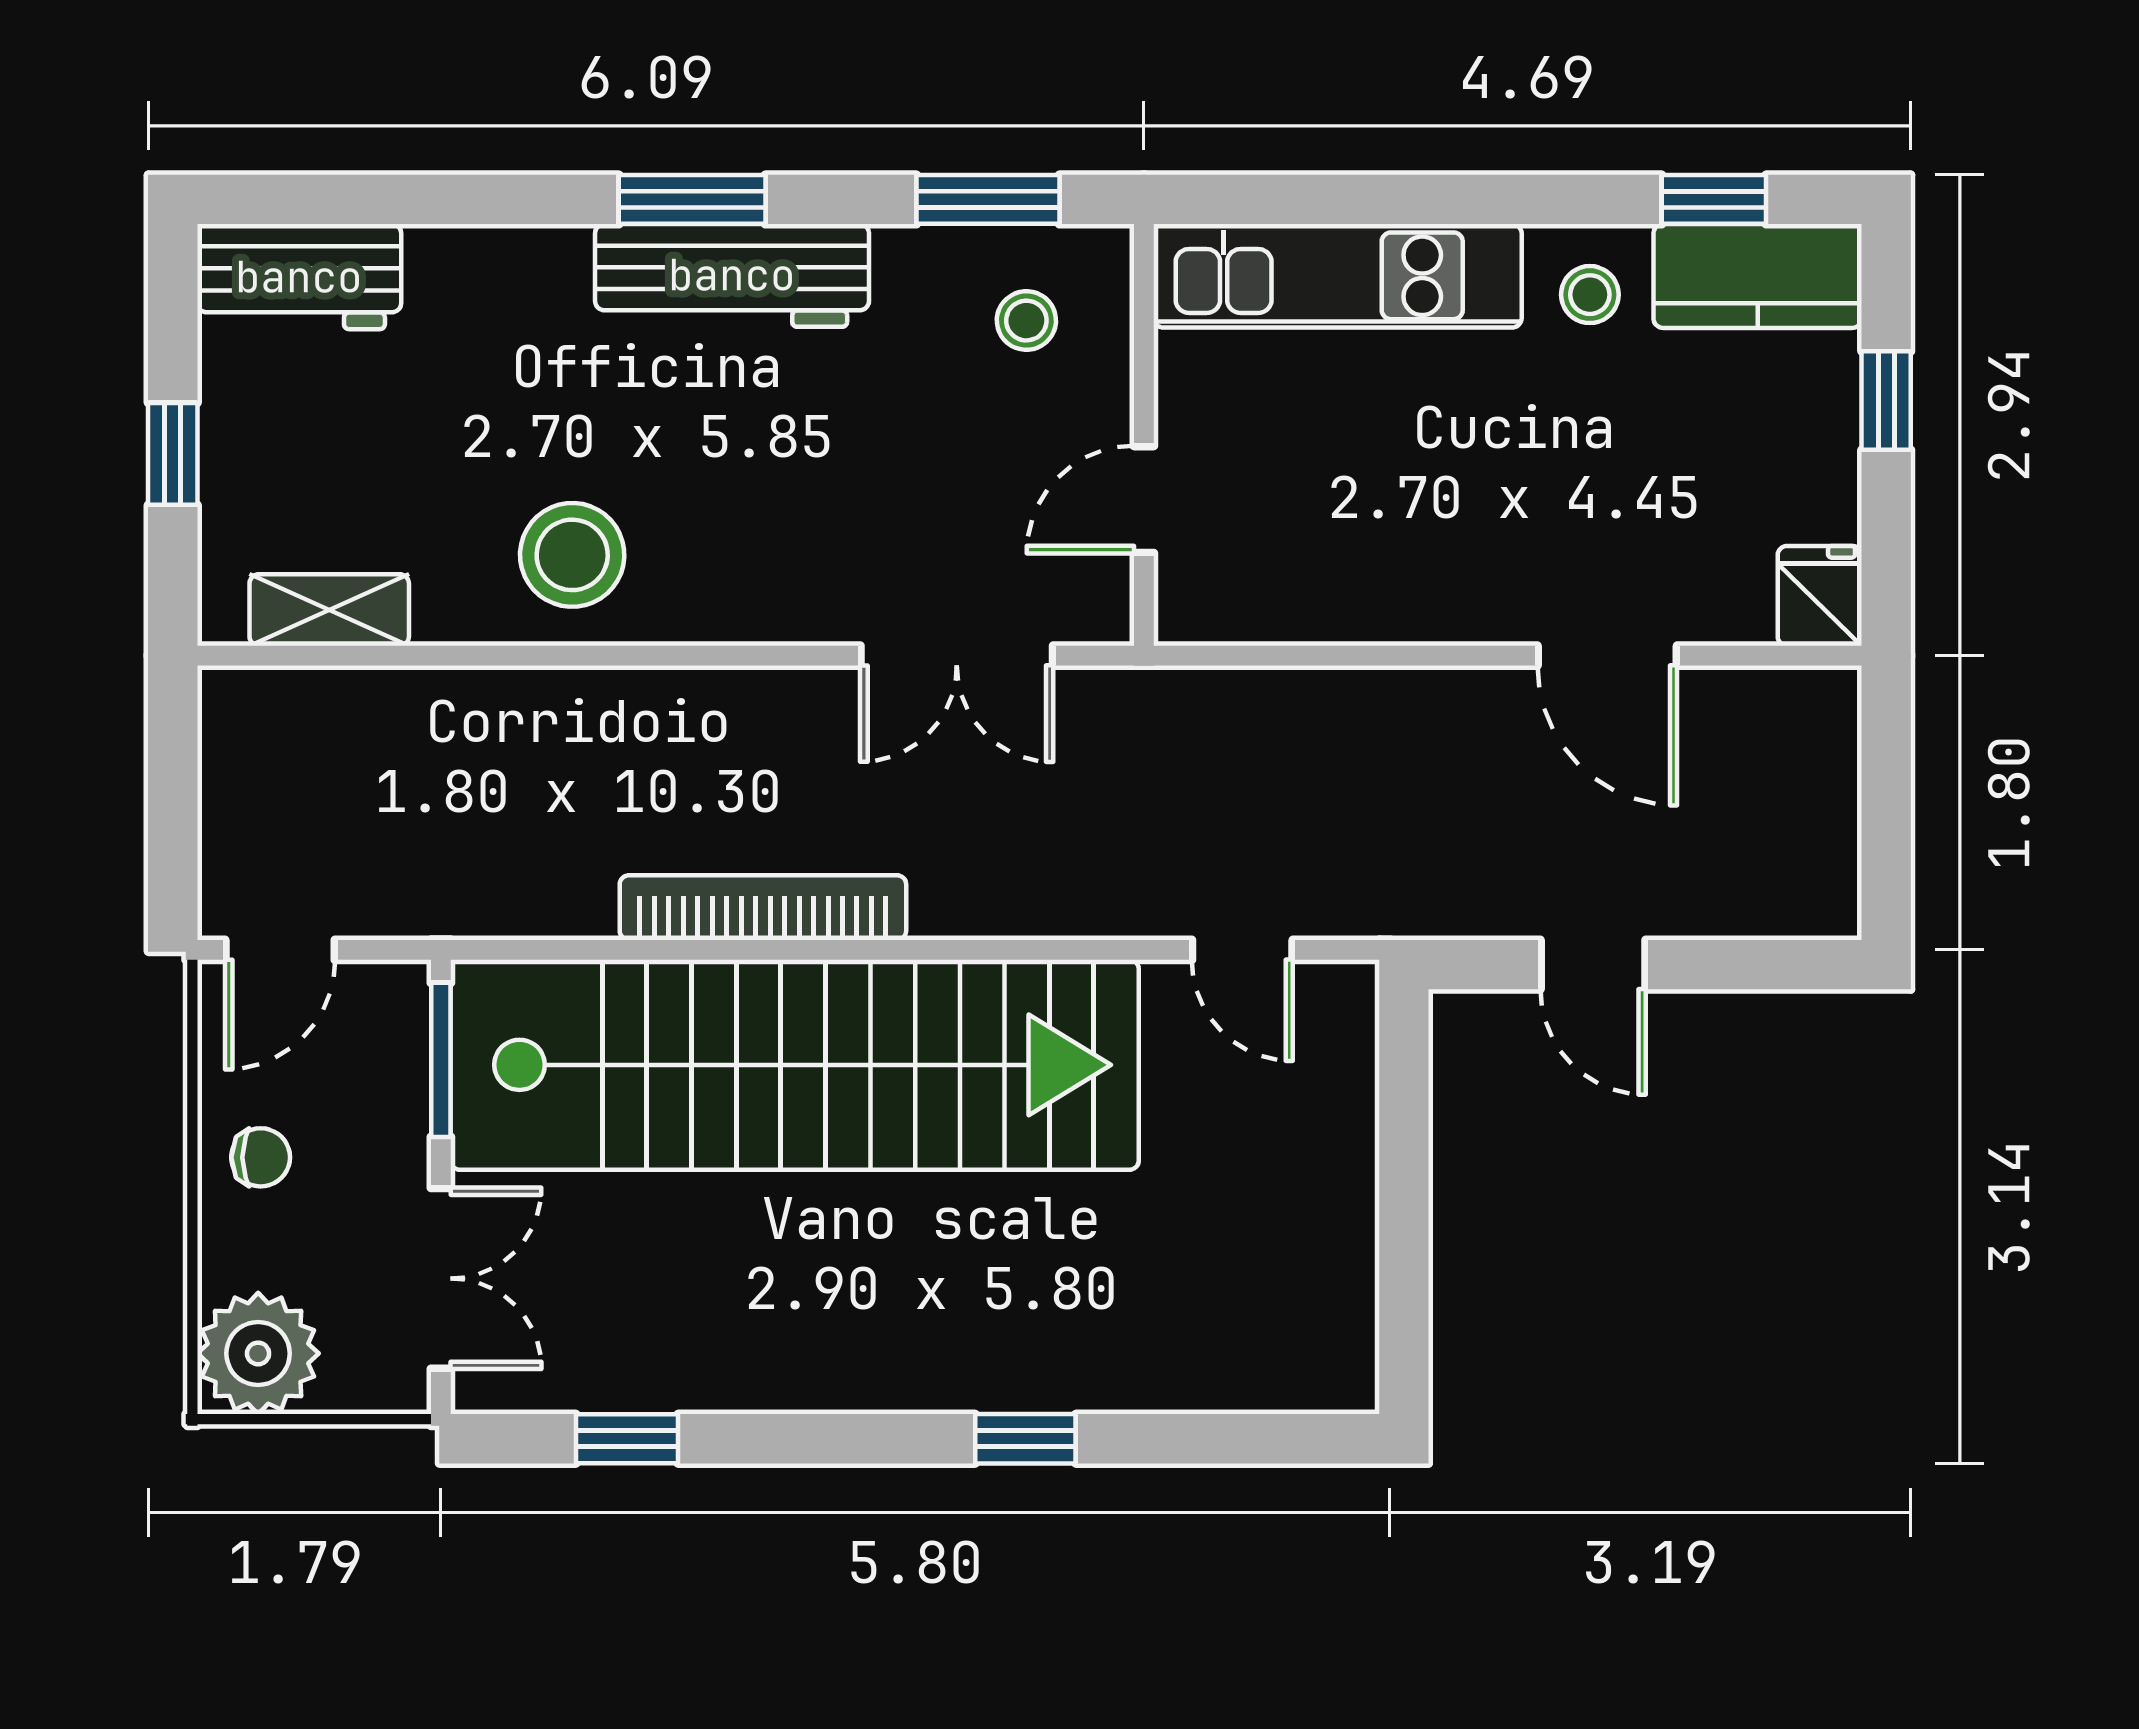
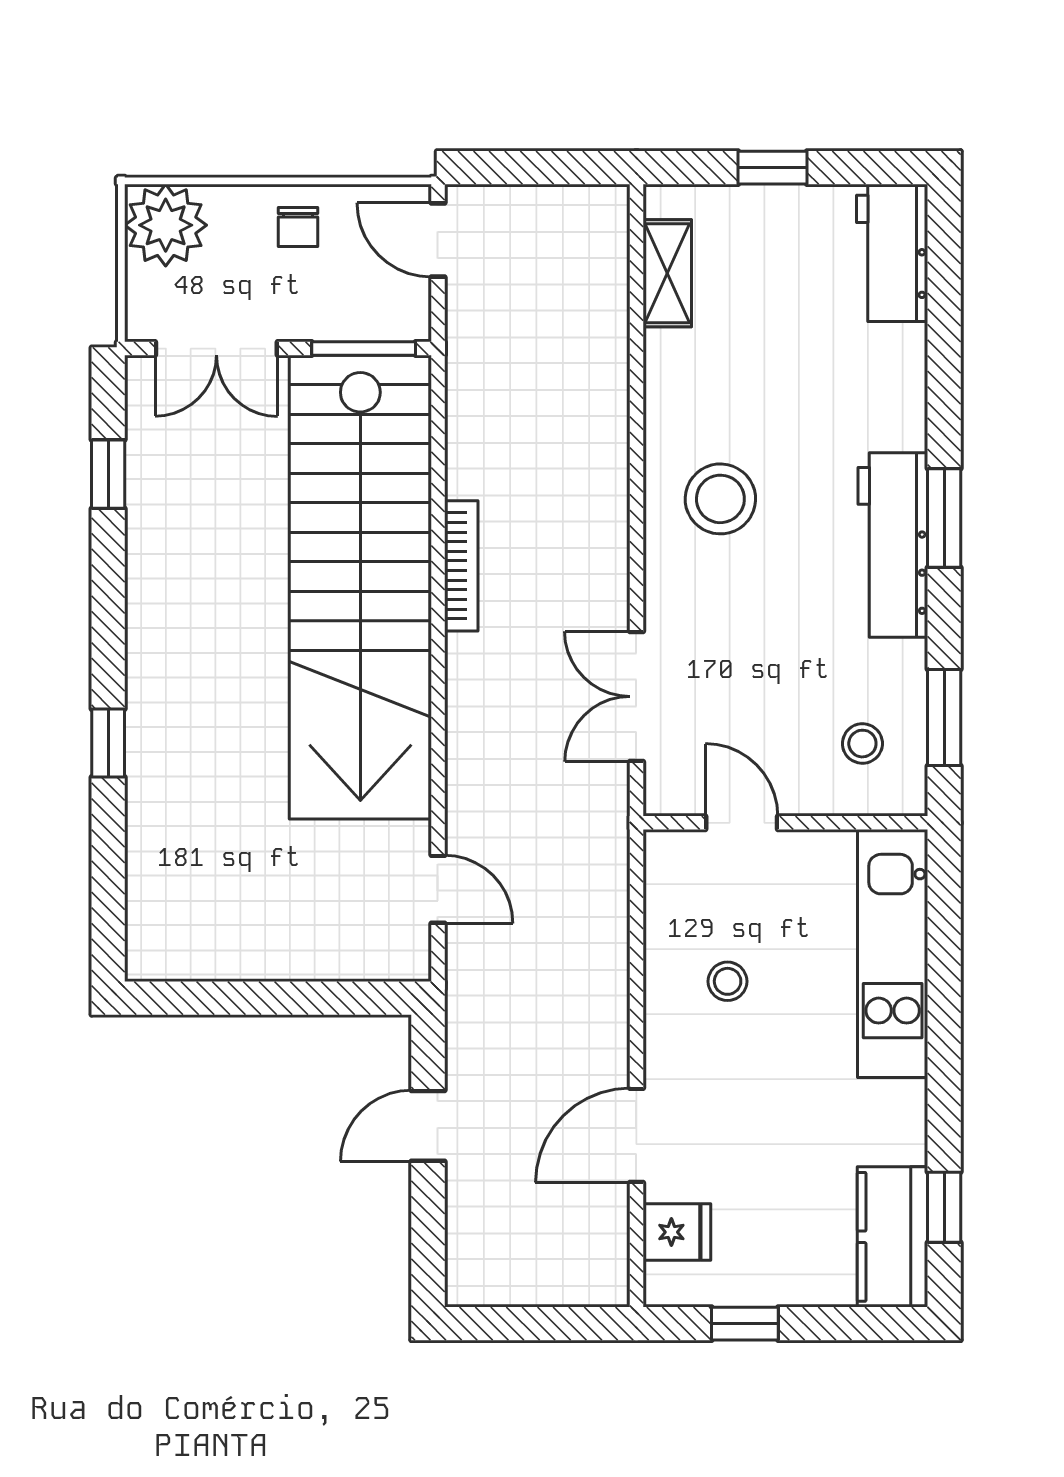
stool: (1590, 295) -> (728, 981), moved
window: (1886, 401) -> (745, 1324), moved
stool: (572, 555) -> (720, 499), moved
fridge: (1820, 596) -> (677, 1232), moved
bookcase: (763, 908) -> (461, 566), width x0.68, depth x0.76
door: (1242, 950) -> (438, 889), swing flipped

